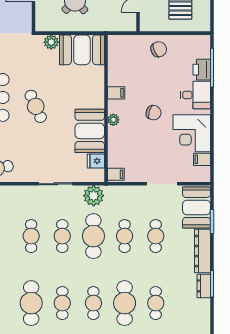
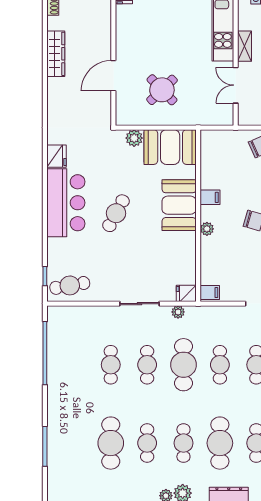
cafe table: (36, 106) -> (116, 213), turned 52
booth: (90, 131) -> (179, 205), moved
fridge: (96, 161) -> (186, 293), moved
plant: (94, 196) -> (178, 312), width x0.53, depth x0.53

